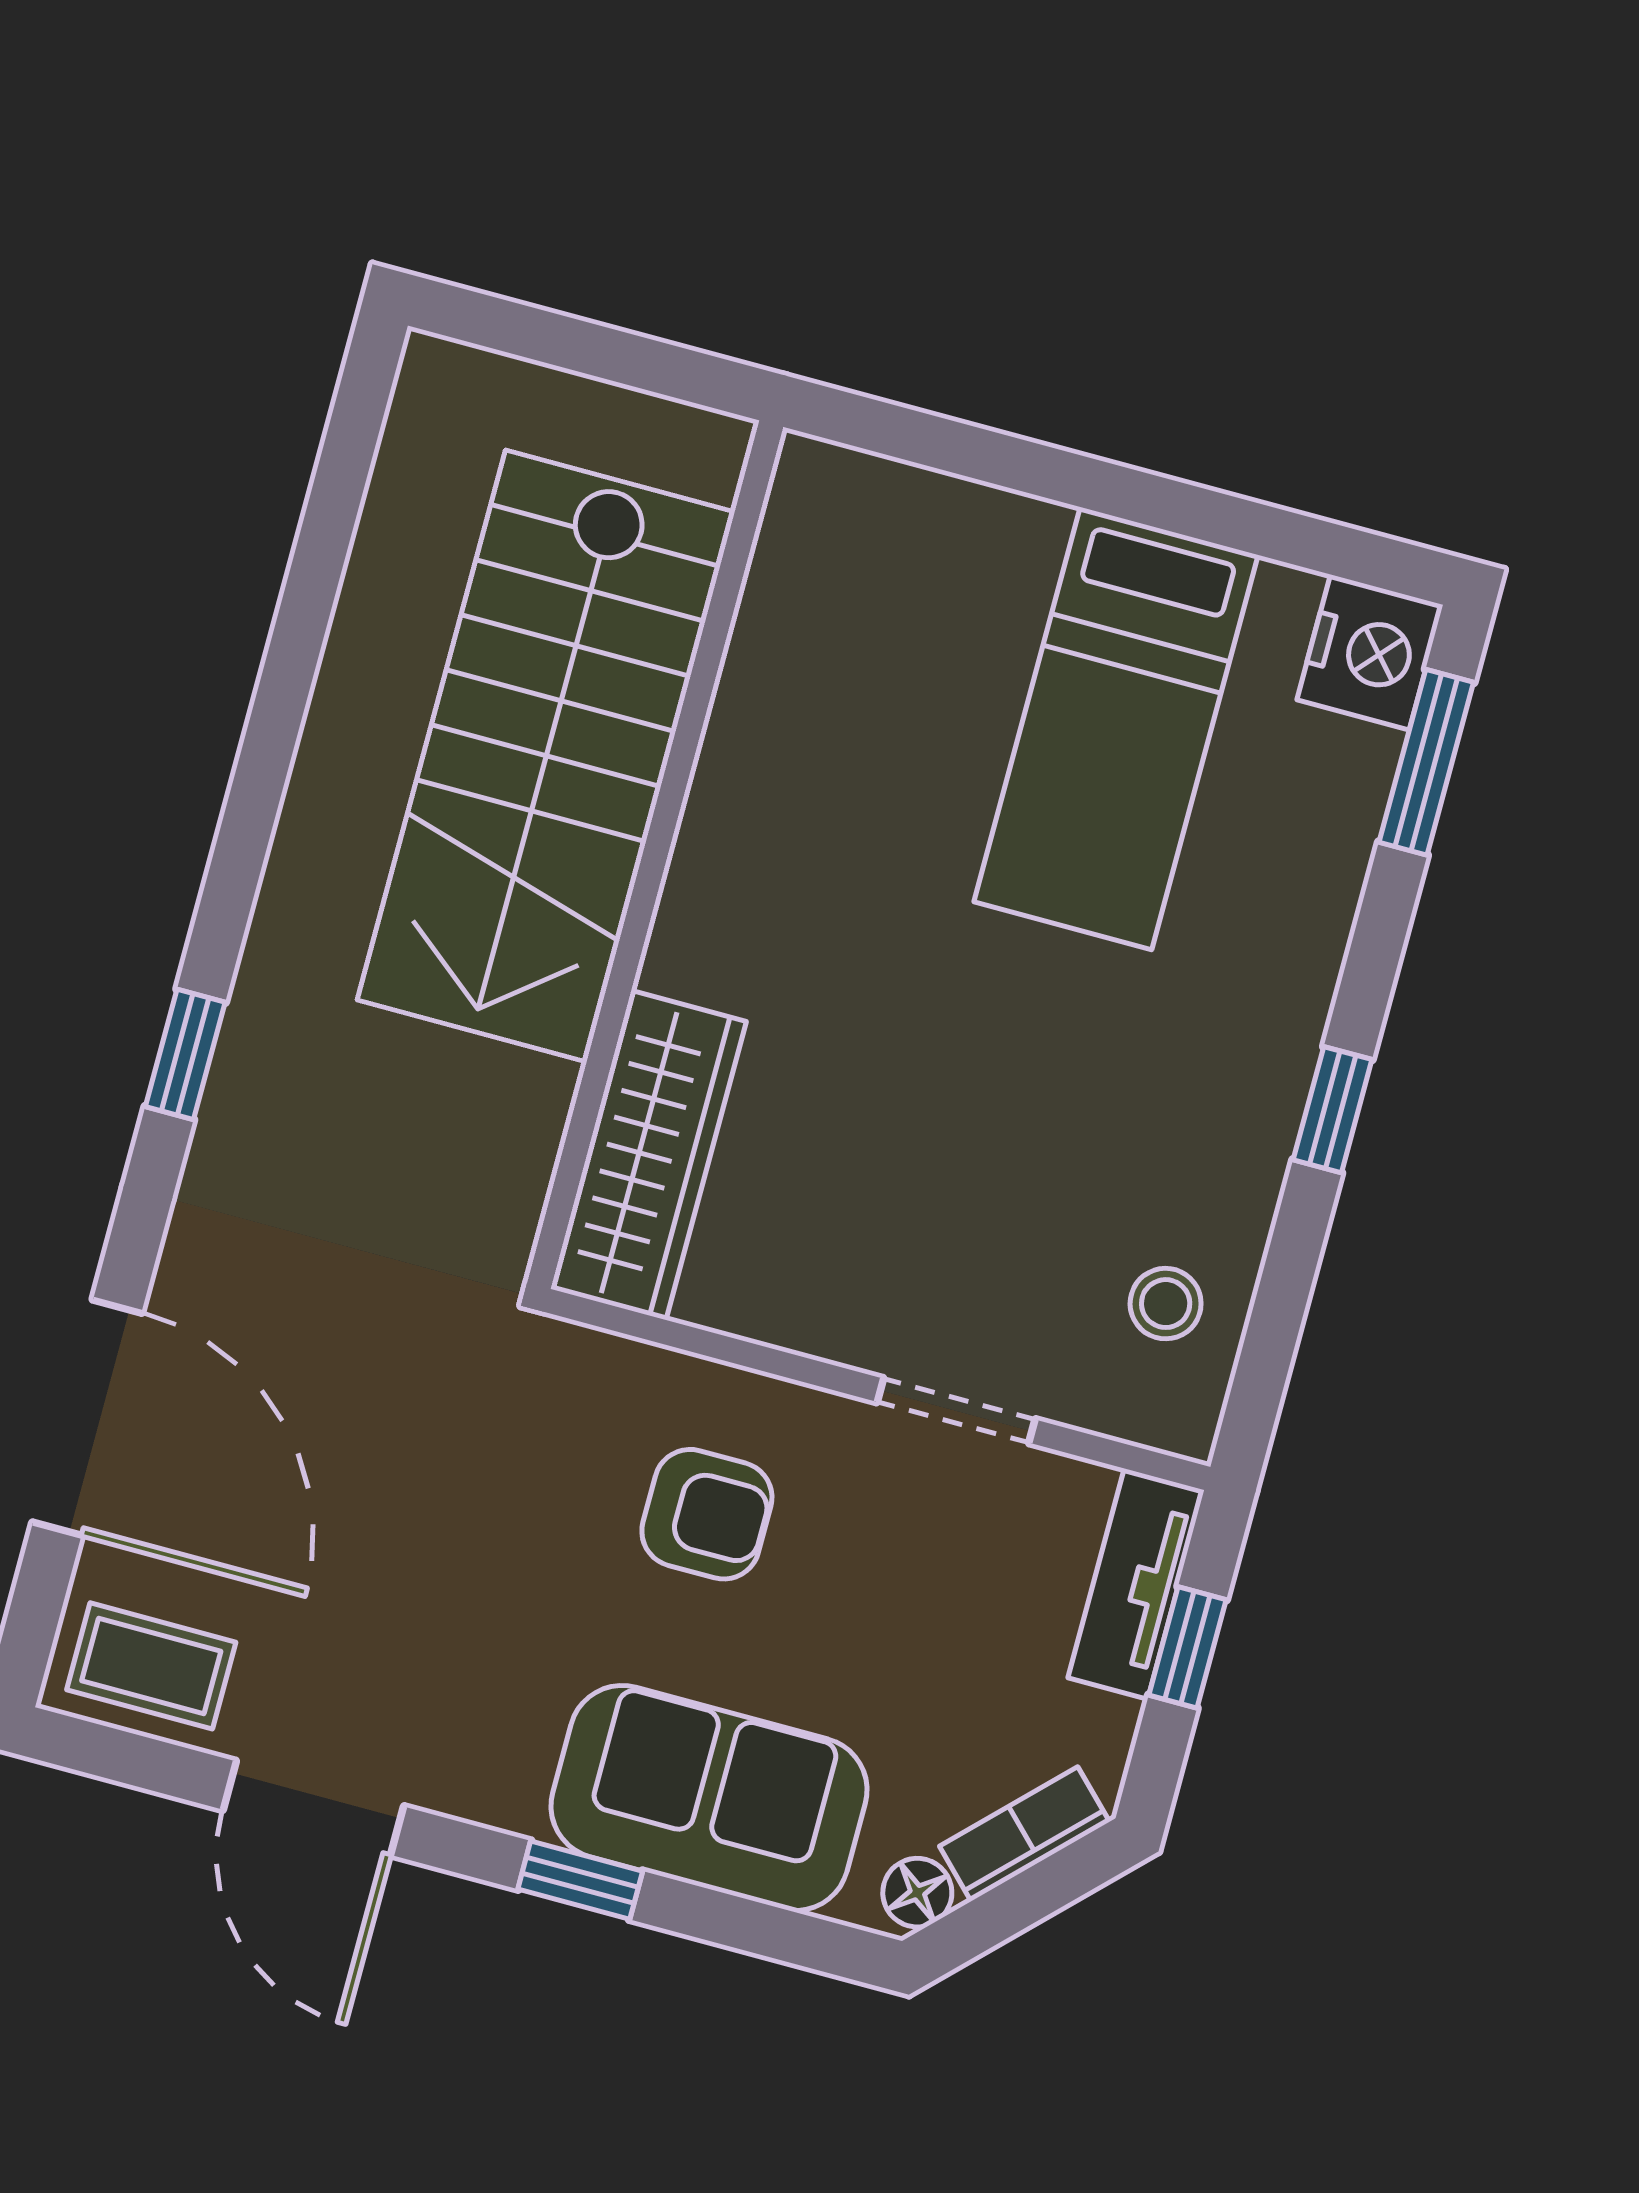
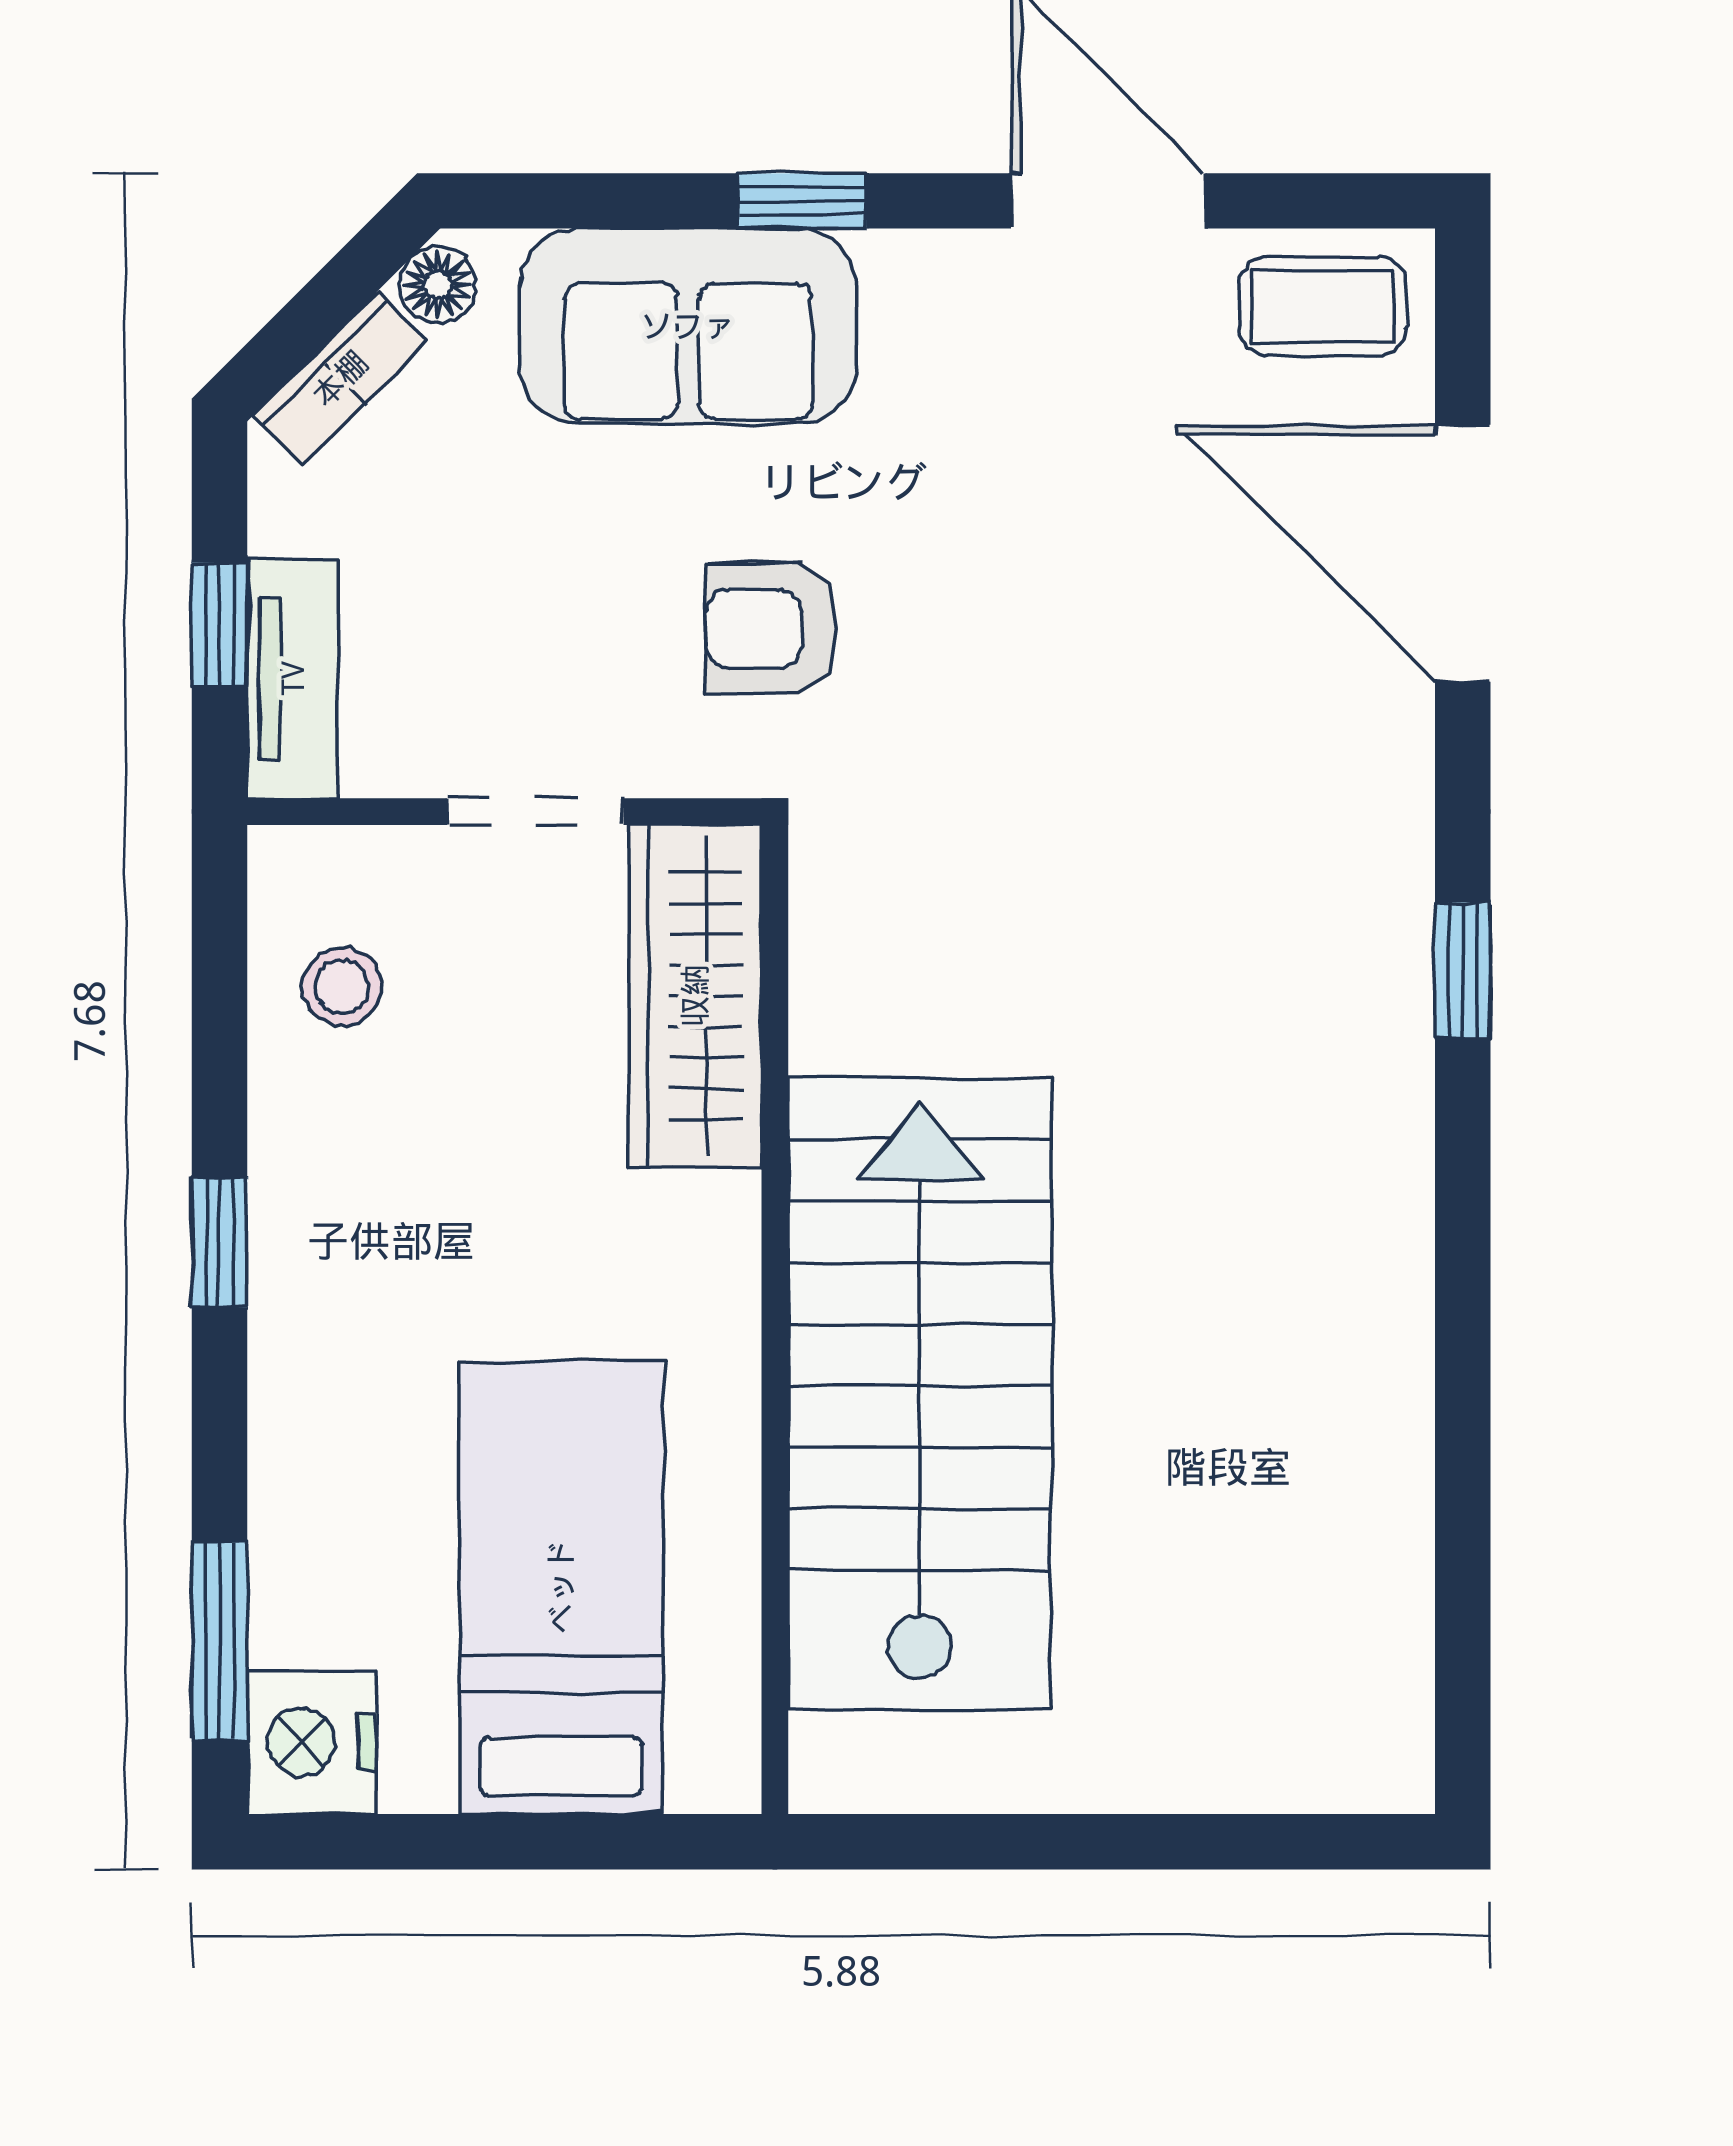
stairs: (546, 756) -> (920, 1394), moved
wall: (655, 855) -> (775, 1319), moved
wardrobe: (648, 1155) -> (695, 996), moved

